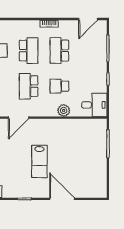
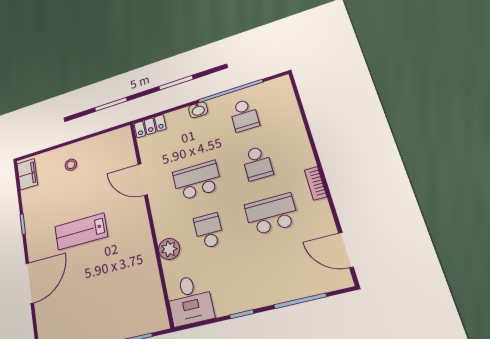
school desk: (29, 51) -> (257, 163), width x0.54

